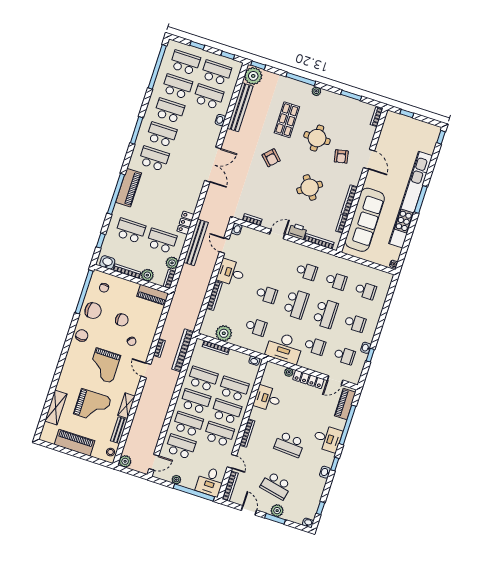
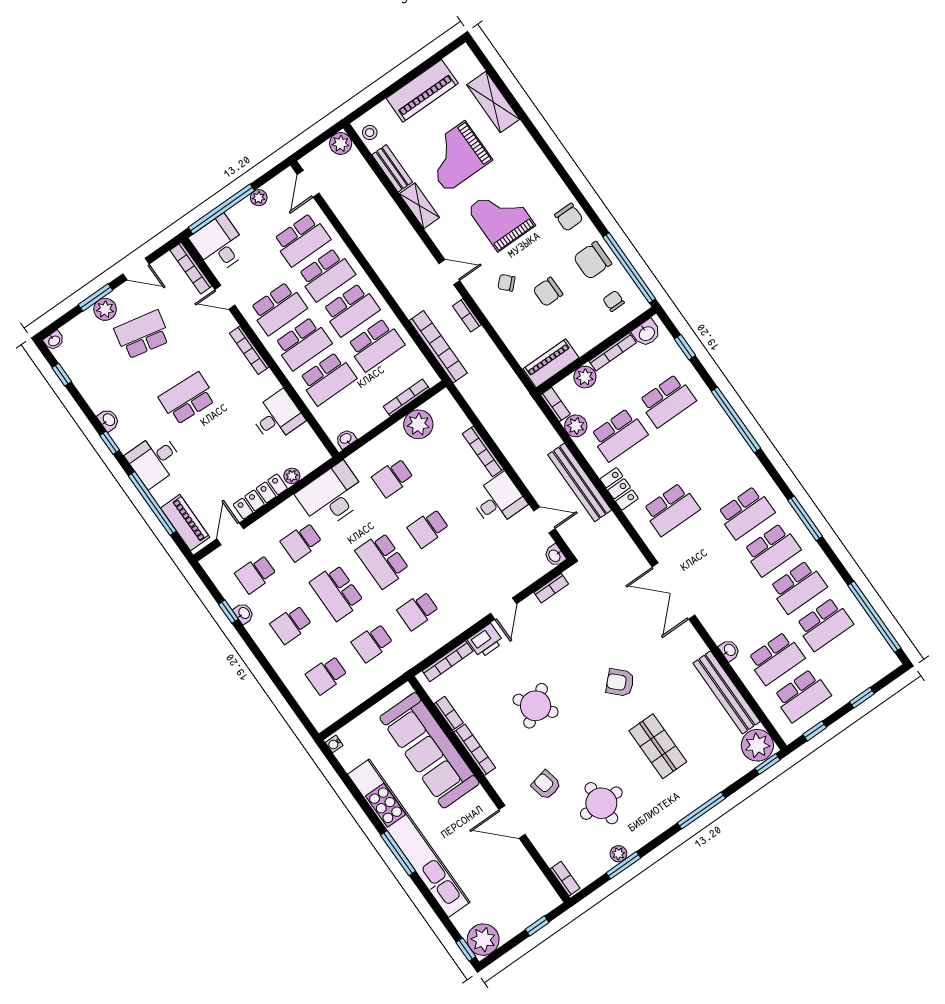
school desk: (185, 63) -> (671, 509), moved
plant: (316, 91) -> (618, 854), moved
plant: (431, 133) -> (483, 940), added
round table: (317, 138) -> (601, 803), moved
piano: (129, 188) -> (731, 445), removed

